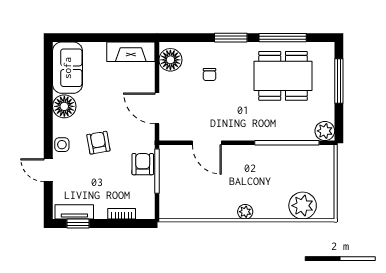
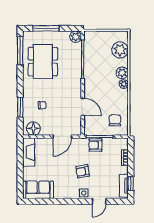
window: (231, 38) -> (20, 107), moved
window: (283, 38) -> (20, 50), moved
floor lamp: (64, 106) -> (61, 192), removed
door: (207, 143) -> (83, 107), hinge flipped
chair: (184, 197) -> (115, 120), added
plant: (264, 209) -> (122, 73), added

